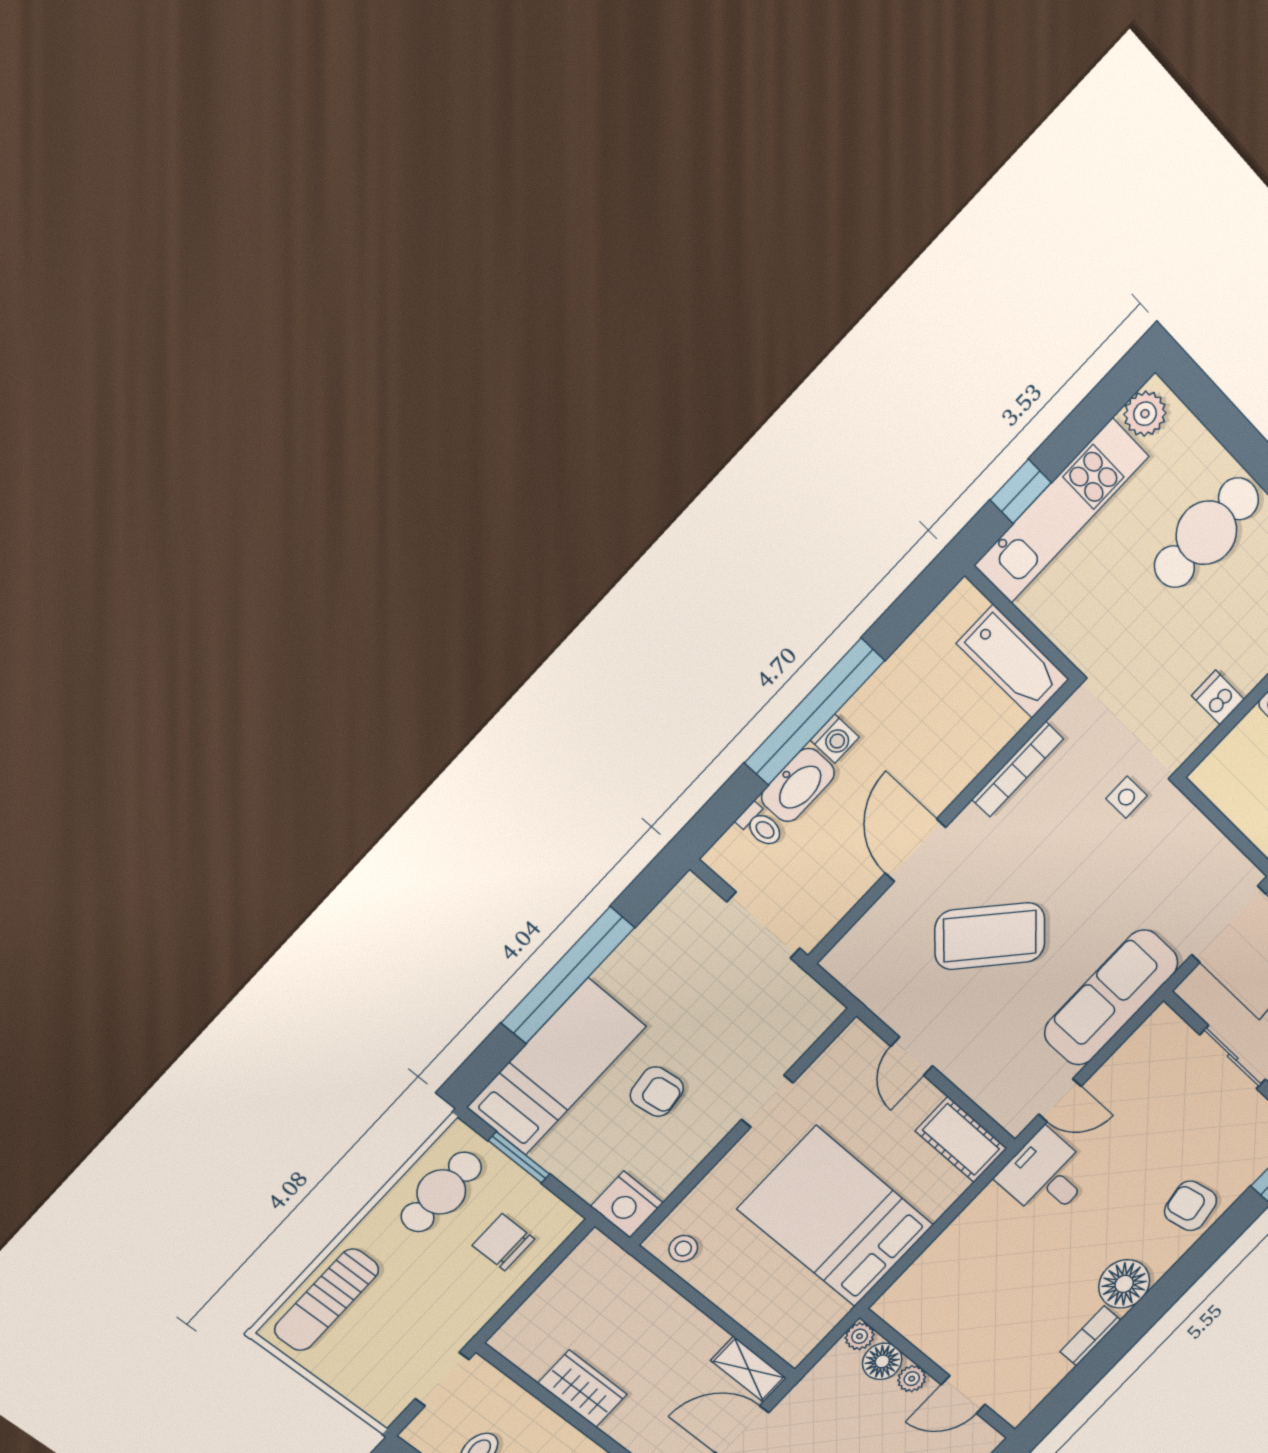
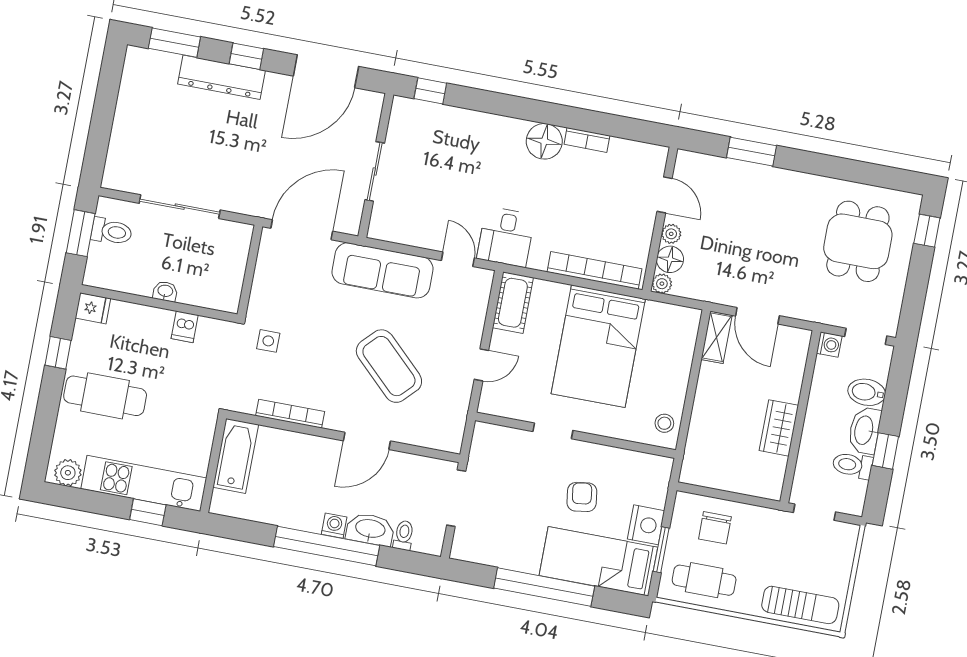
nightstand: (627, 1205) -> (646, 525), moved
armchair: (1190, 1206) -> (475, 134), removed
bookcase: (932, 1262) -> (595, 270), added

